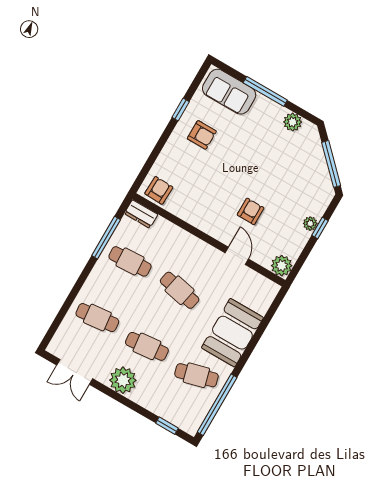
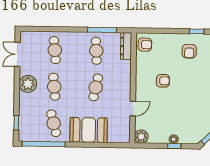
armchair: (251, 211) -> (163, 81), moved
dresser: (141, 214) -> (126, 46), width x1.44

